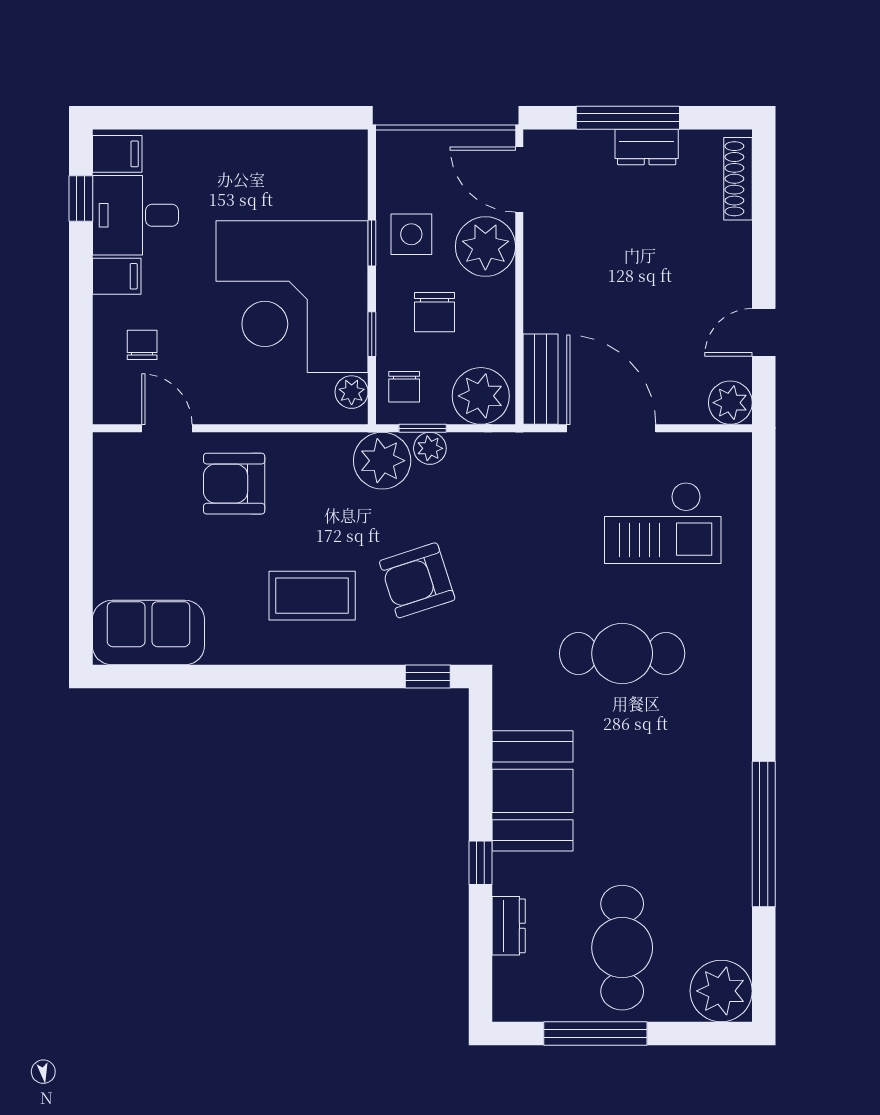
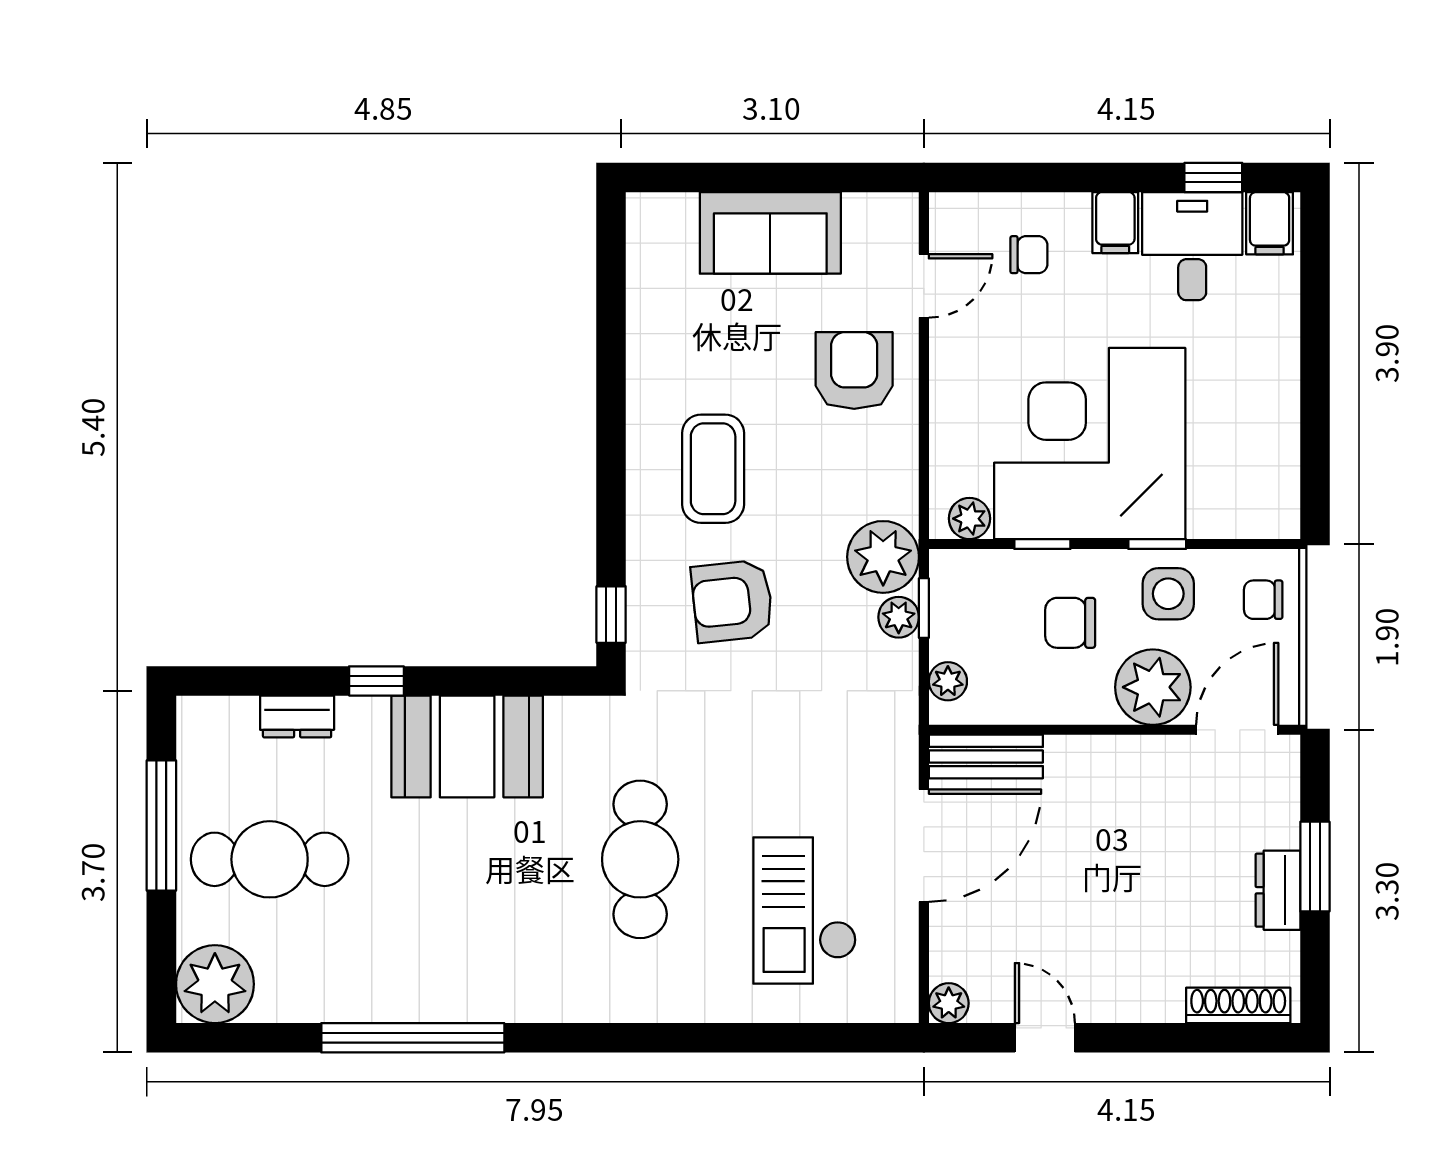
window: (628, 118) -> (1315, 867), width x0.69
chair: (404, 387) -> (1263, 600), moved
plant: (481, 396) -> (948, 681), width x0.53, depth x0.53
plant: (730, 403) -> (949, 1003), width x0.73, depth x0.73
armchair: (417, 580) -> (732, 601), turned -78
sofa: (148, 633) -> (770, 233), moved, turned 90

